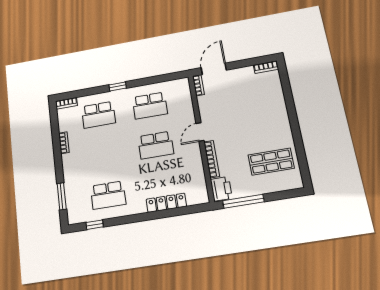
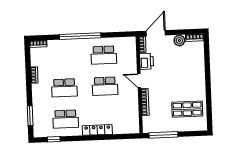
plant: (246, 74) -> (179, 41), added
window: (118, 86) -> (80, 36), width x3.17
school desk: (98, 115) -> (64, 88), moved
door: (200, 132) -> (139, 81), hinge flipped
printer: (221, 189) -> (147, 61), moved
locker: (166, 203) -> (97, 130), moved

